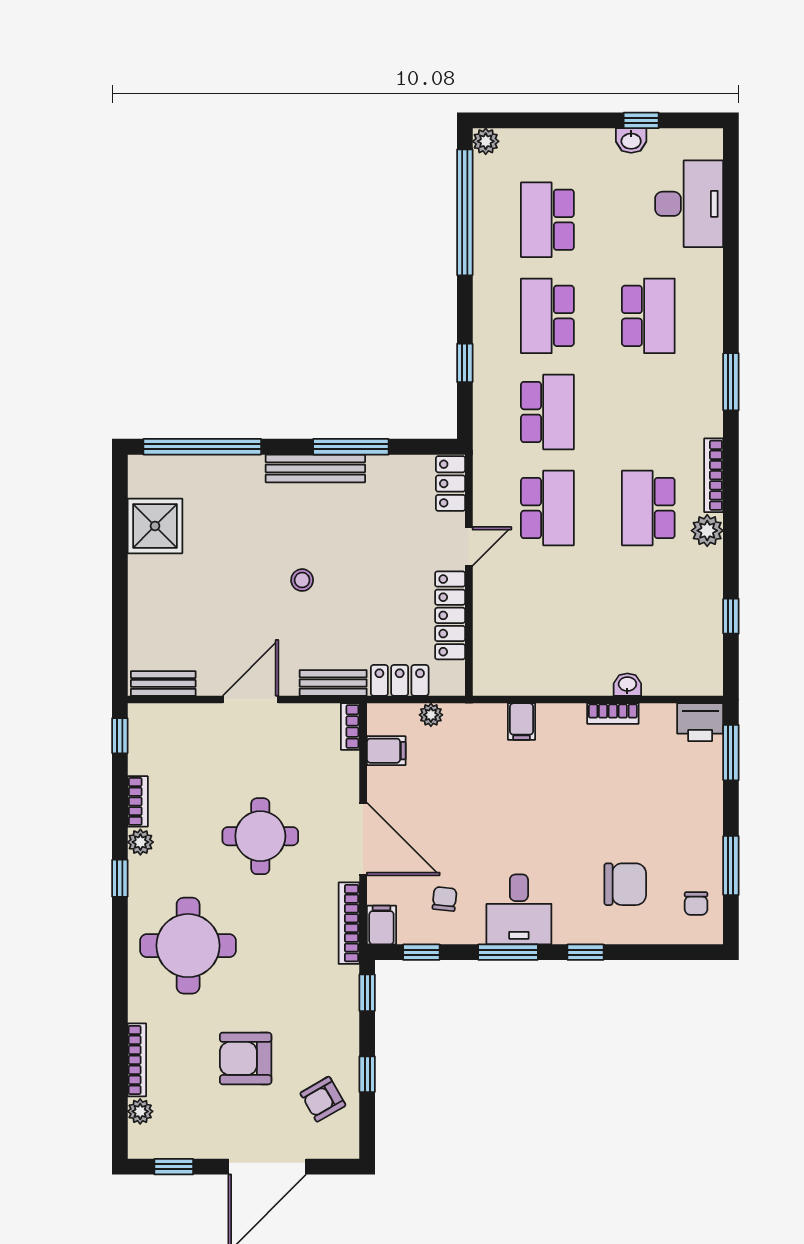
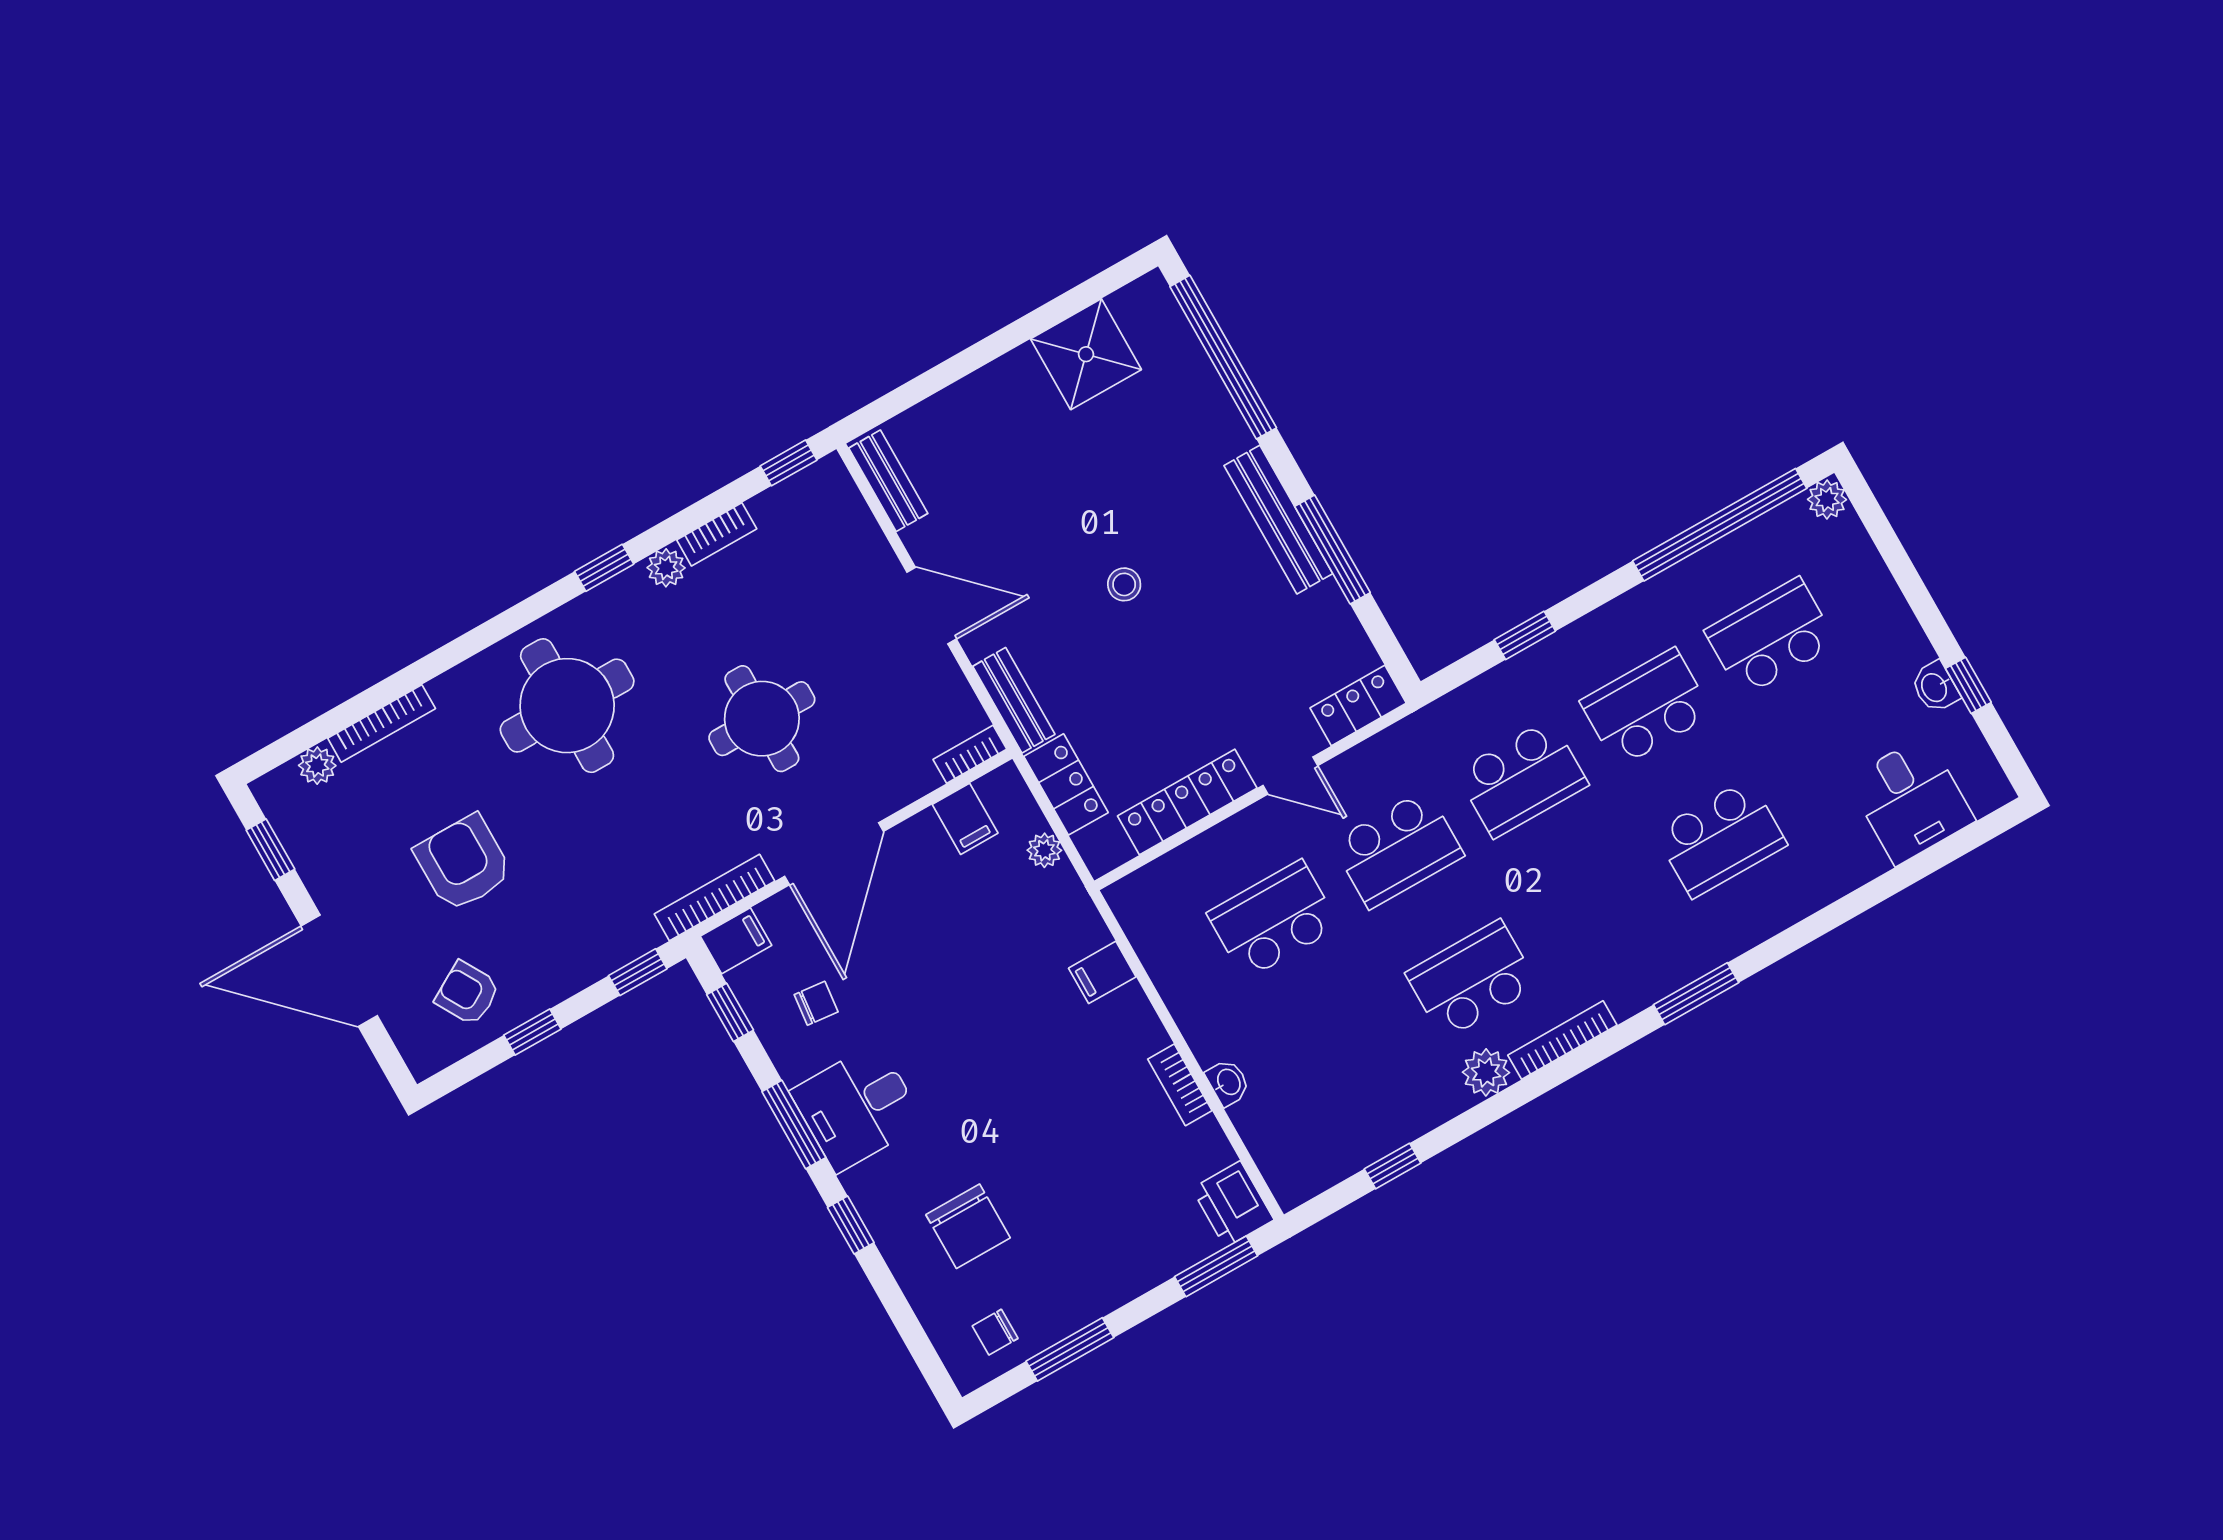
desk: (689, 204) -> (1911, 800), width x0.73
school desk: (547, 604) -> (1273, 920), added

